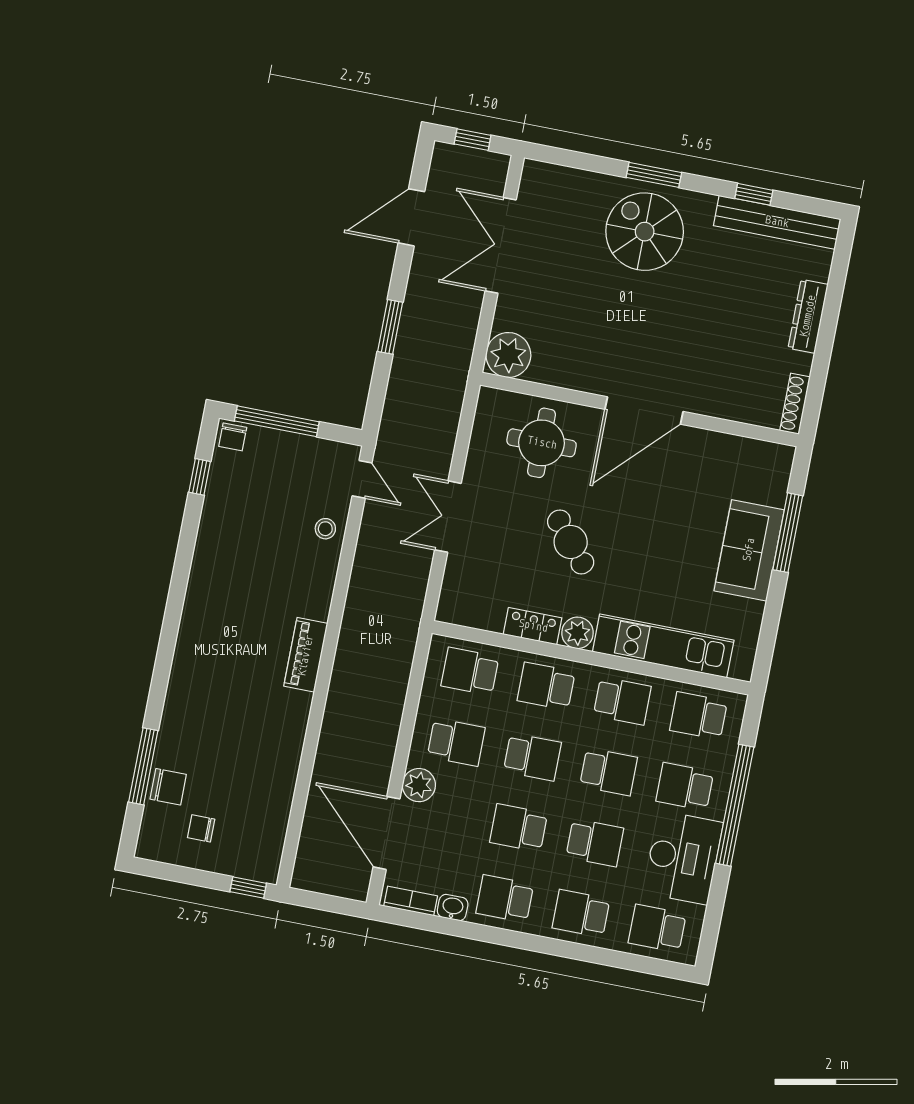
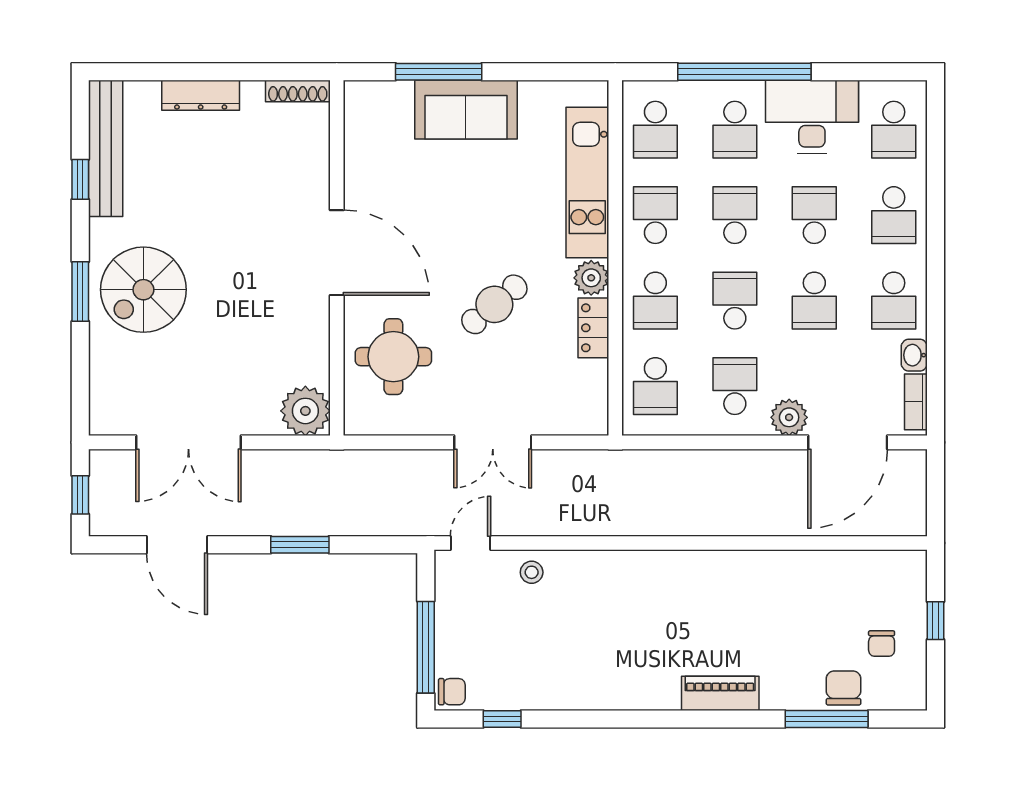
piano: (306, 655) -> (720, 693), moved, turned 180
window: (248, 887) -> (936, 621), moved

